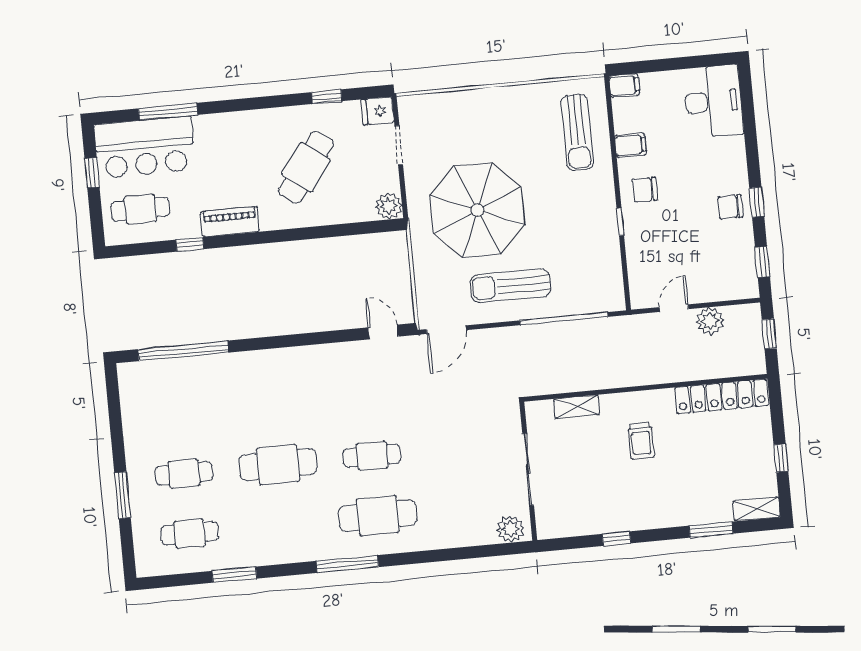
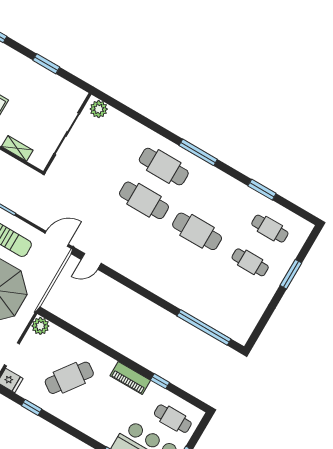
door: (383, 332) -> (91, 261), hinge flipped
cafe table: (372, 456) -> (144, 200), width x1.37, depth x1.35
window: (616, 539) -> (46, 64), width x1.50

